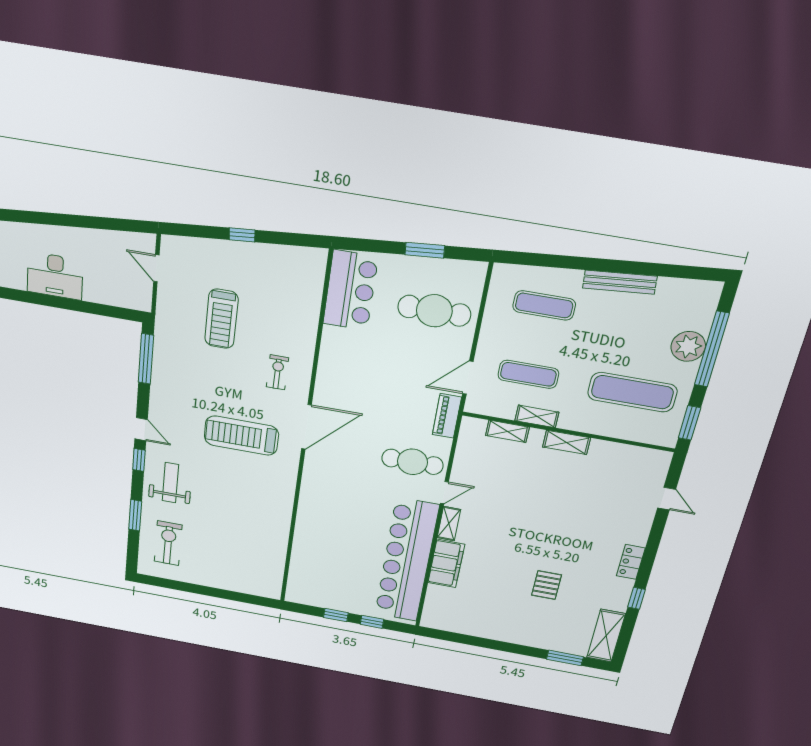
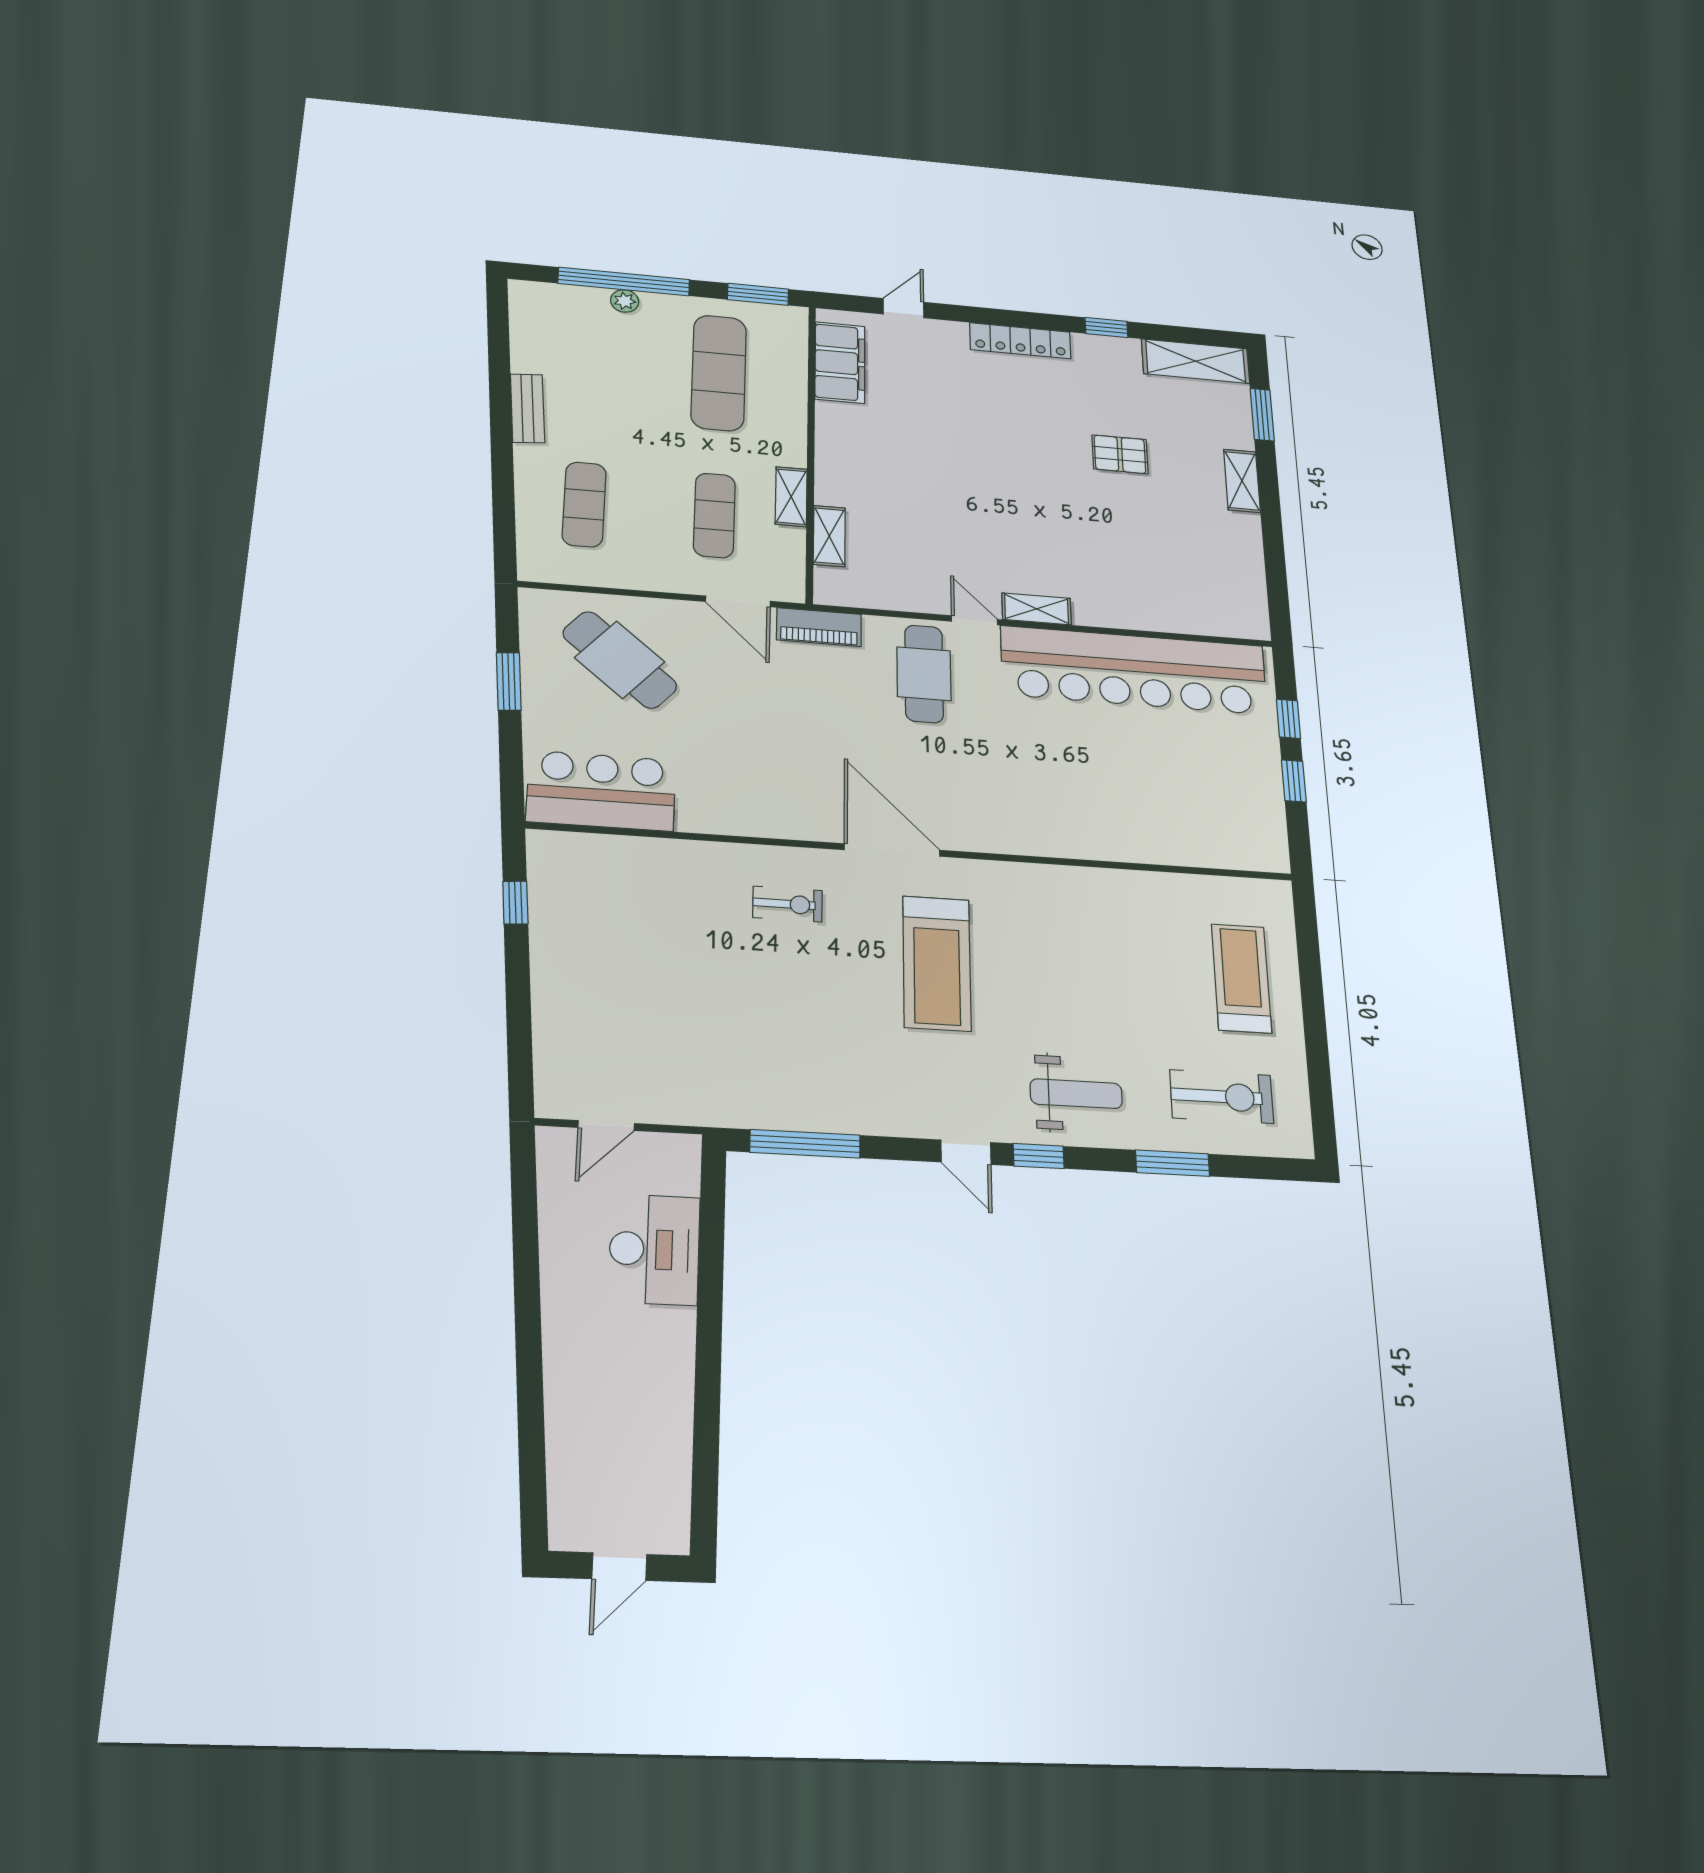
window: (242, 235) -> (515, 903), moved
desk: (55, 276) -> (654, 1249), moved
bench: (620, 282) -> (527, 408), width x0.73
cafe table: (434, 311) -> (620, 660), turned -49
treadmill: (221, 319) -> (1241, 978), moved, turned -90
plant: (688, 346) -> (625, 301), width x0.53, depth x0.53
exercise bike: (277, 372) -> (788, 904), turned 180
door: (141, 429) -> (966, 1152), swing flipped
shelving: (567, 442) -> (1242, 481), moved
weight bench: (170, 483) -> (1076, 1094), turned 180
exercise bike: (168, 543) -> (1222, 1097), turned 180
locker: (631, 562) -> (1020, 341), width x1.53
filing cabinet: (446, 564) -> (840, 362), moved, turned 90

